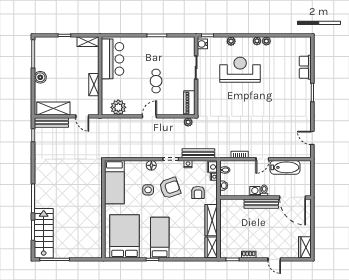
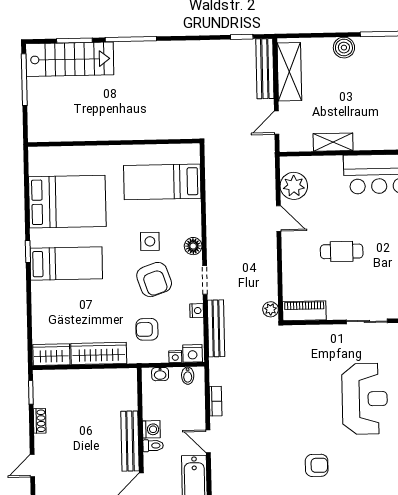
armchair: (277, 98) -> (317, 465), added
door: (149, 116) -> (279, 219), moved
wall: (103, 209) -> (114, 143), moved

